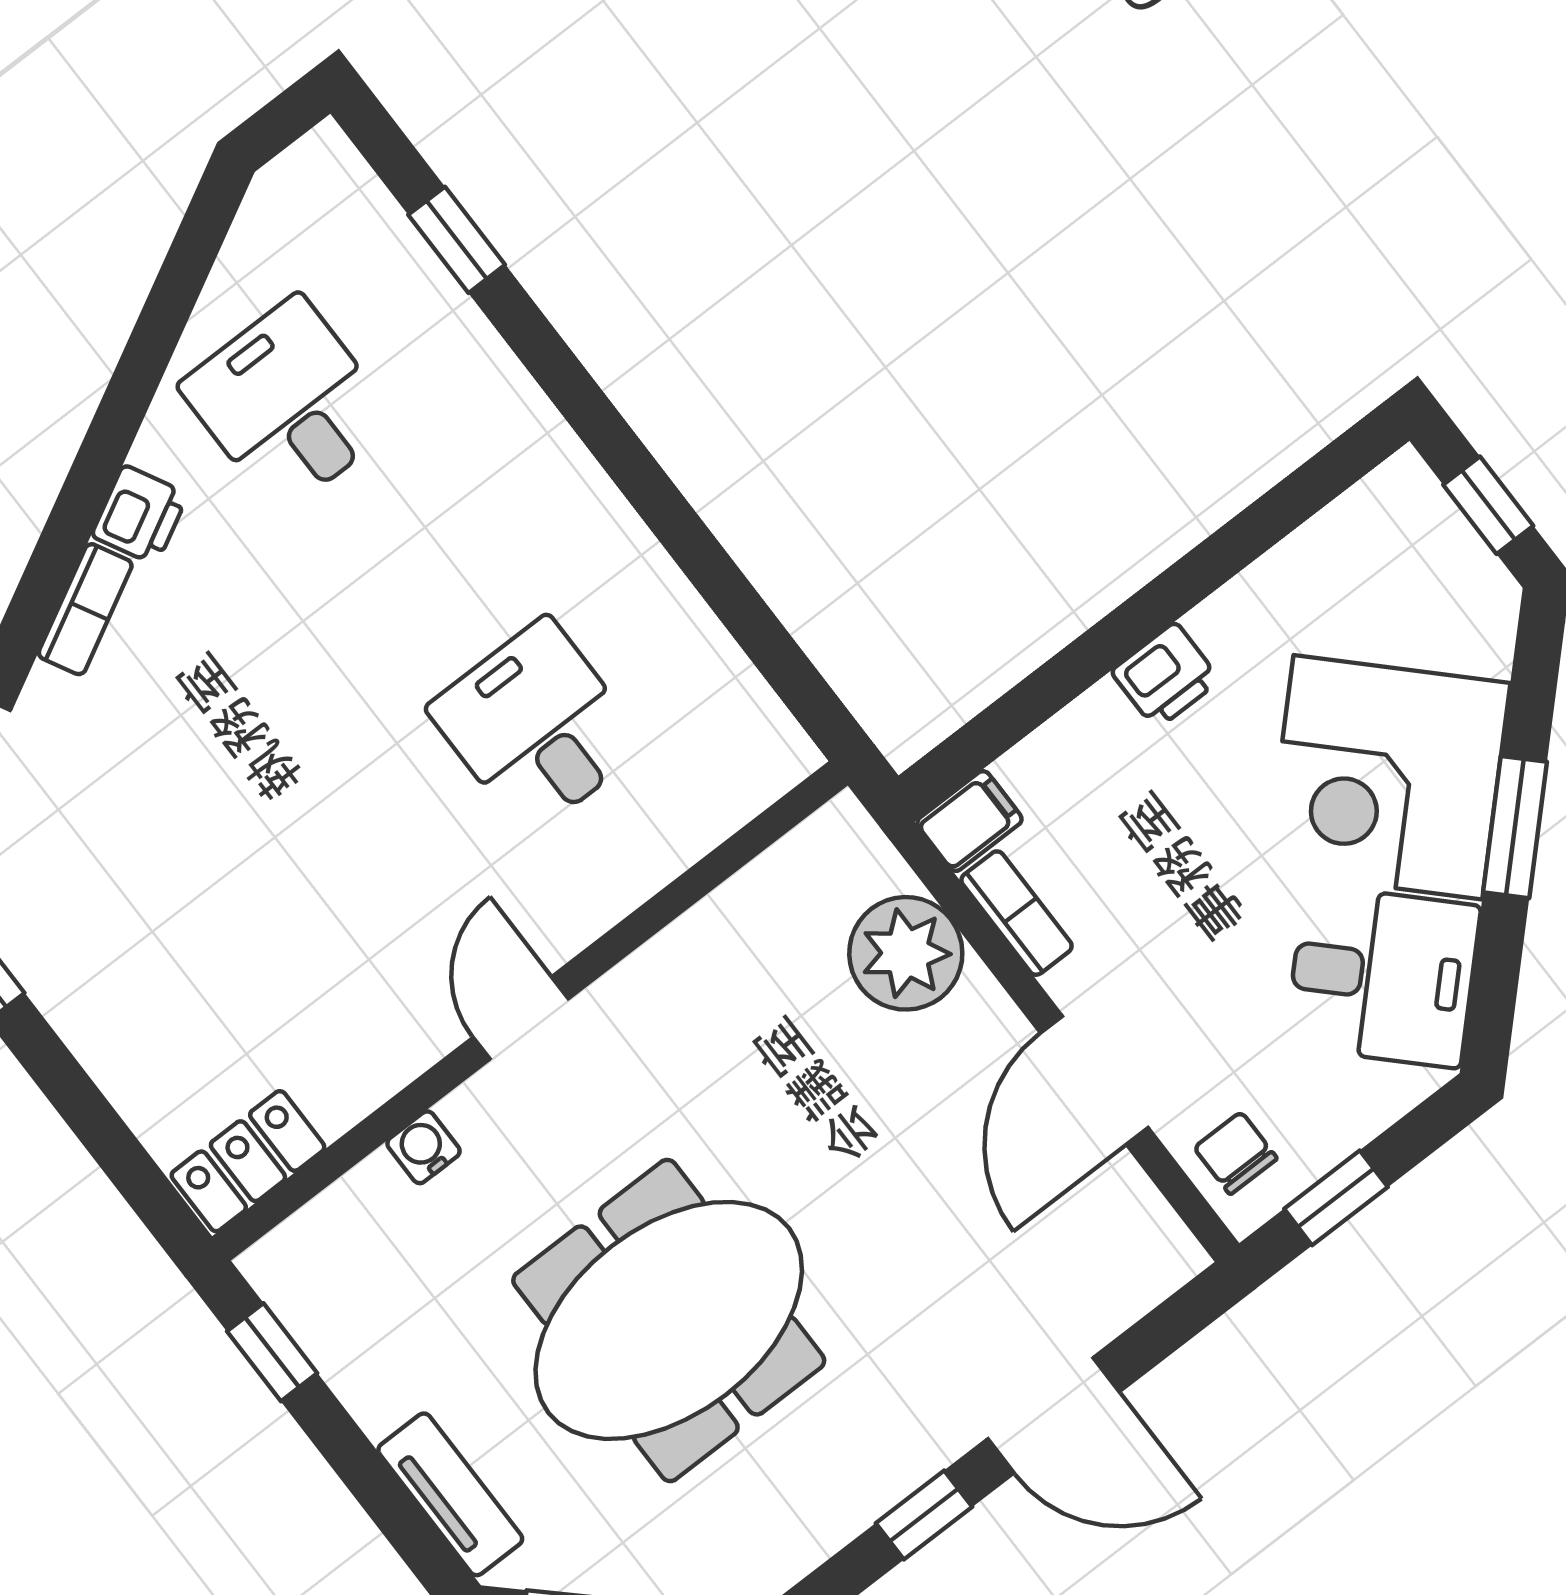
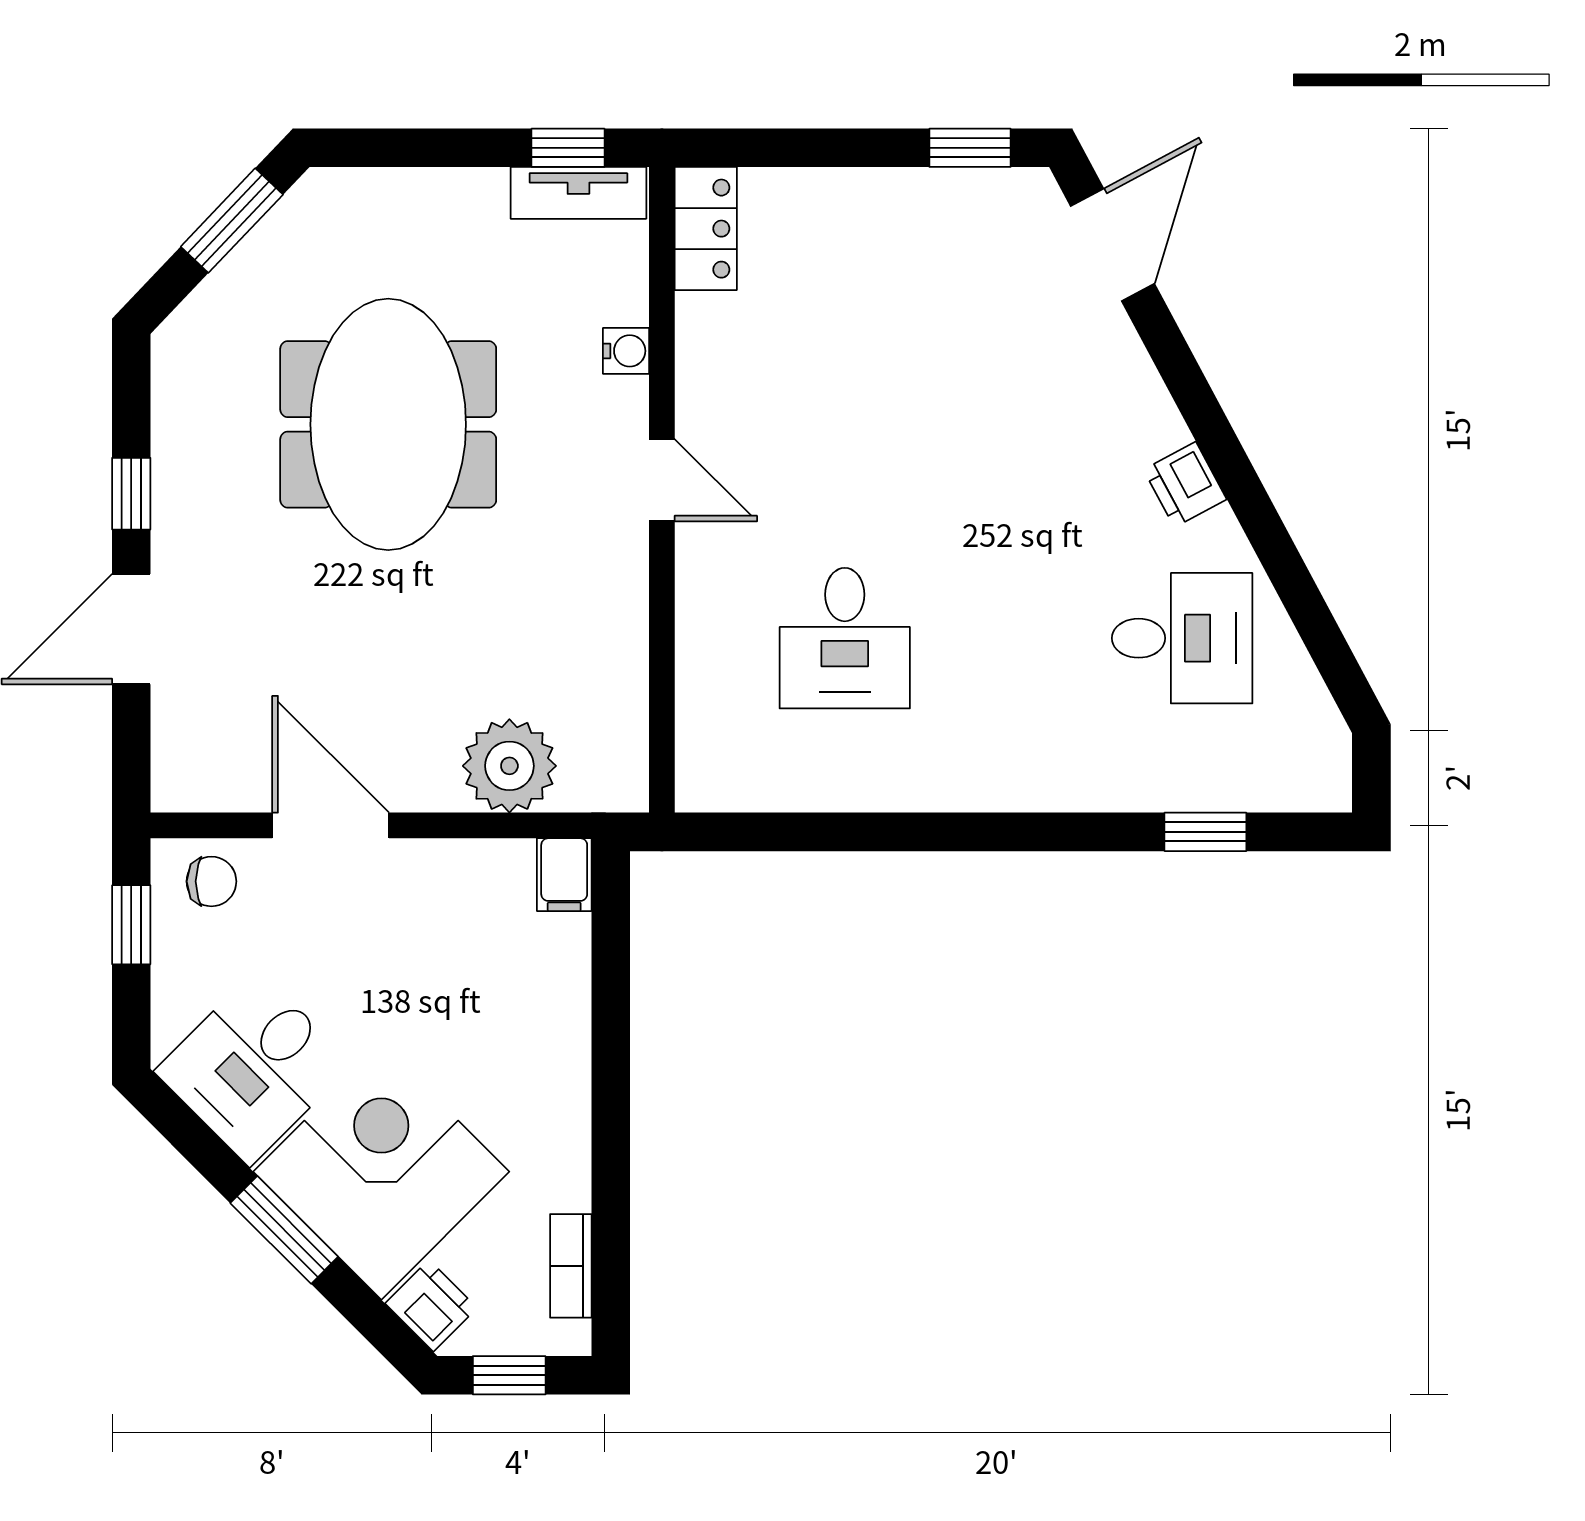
bookcase: (85, 609) -> (1151, 401), removed
printer: (1166, 676) -> (431, 1306), moved, turned 135
desk: (537, 727) -> (845, 638), turned 90
bookcase: (1017, 913) -> (571, 1266), moved, turned 90
tv unit: (450, 1494) -> (578, 193), moved

